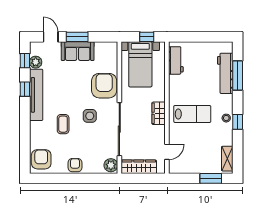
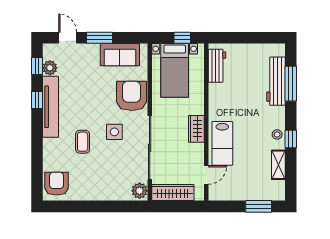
sofa: (78, 51) -> (120, 55), moved
lab bench: (192, 114) -> (222, 143), moved, turned 90
shelving: (227, 159) -> (278, 165), moved
armchair: (75, 165) -> (97, 191), removed

